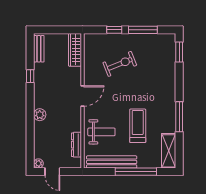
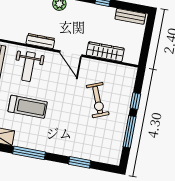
wardrobe: (75, 50) -> (105, 52), moved
window: (179, 52) -> (80, 162), moved
dresser: (76, 145) -> (40, 41), moved

